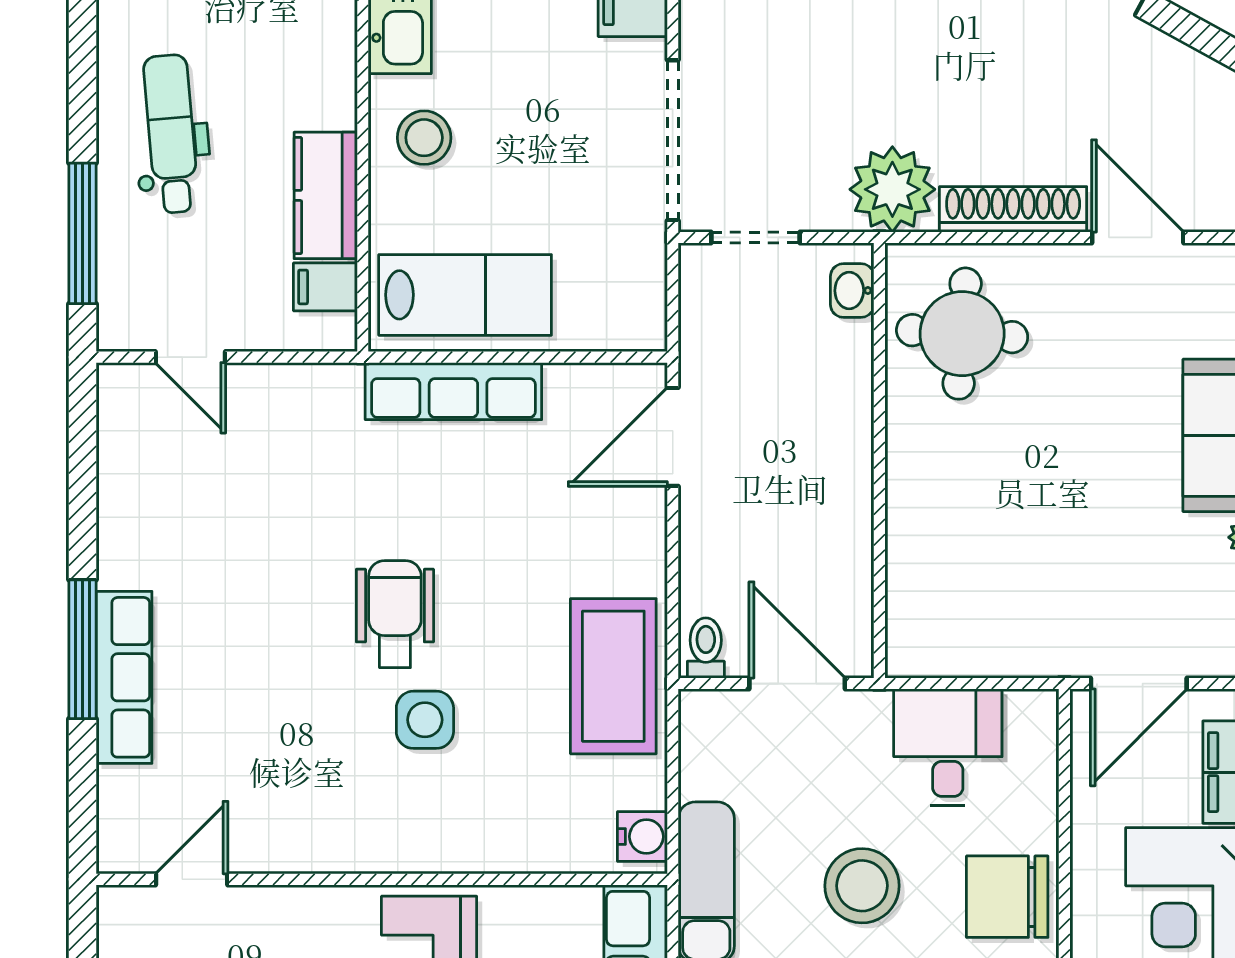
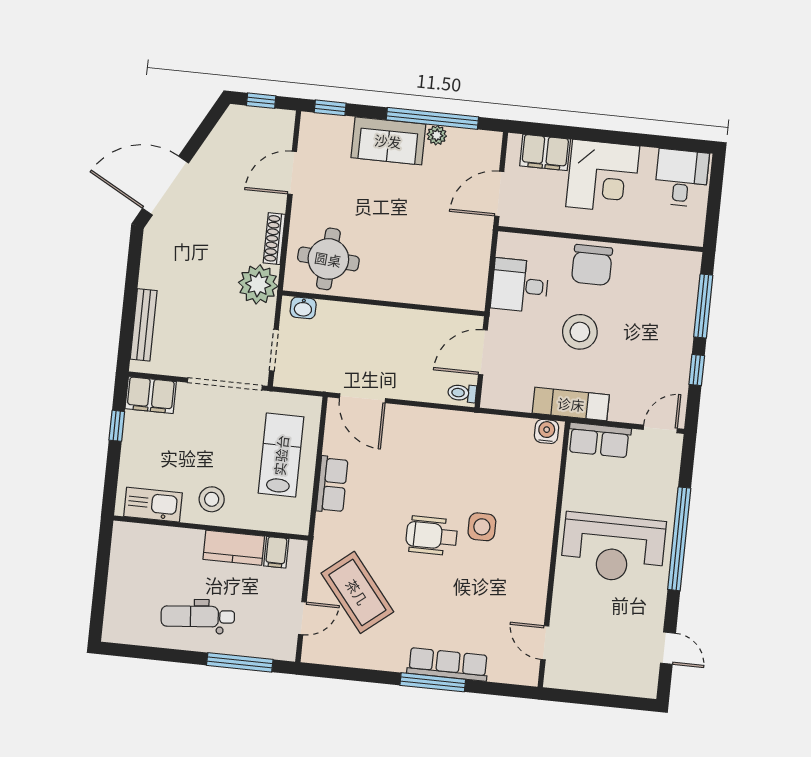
shoe rack: (1013, 209) -> (274, 239), width x0.74, depth x0.81
lab bench: (465, 295) -> (281, 455), moved
row of seats: (453, 391) -> (332, 485), width x0.68
coffee table: (613, 676) -> (357, 592), moved, turned 51
door: (1139, 684) -> (499, 194), swing flipped

